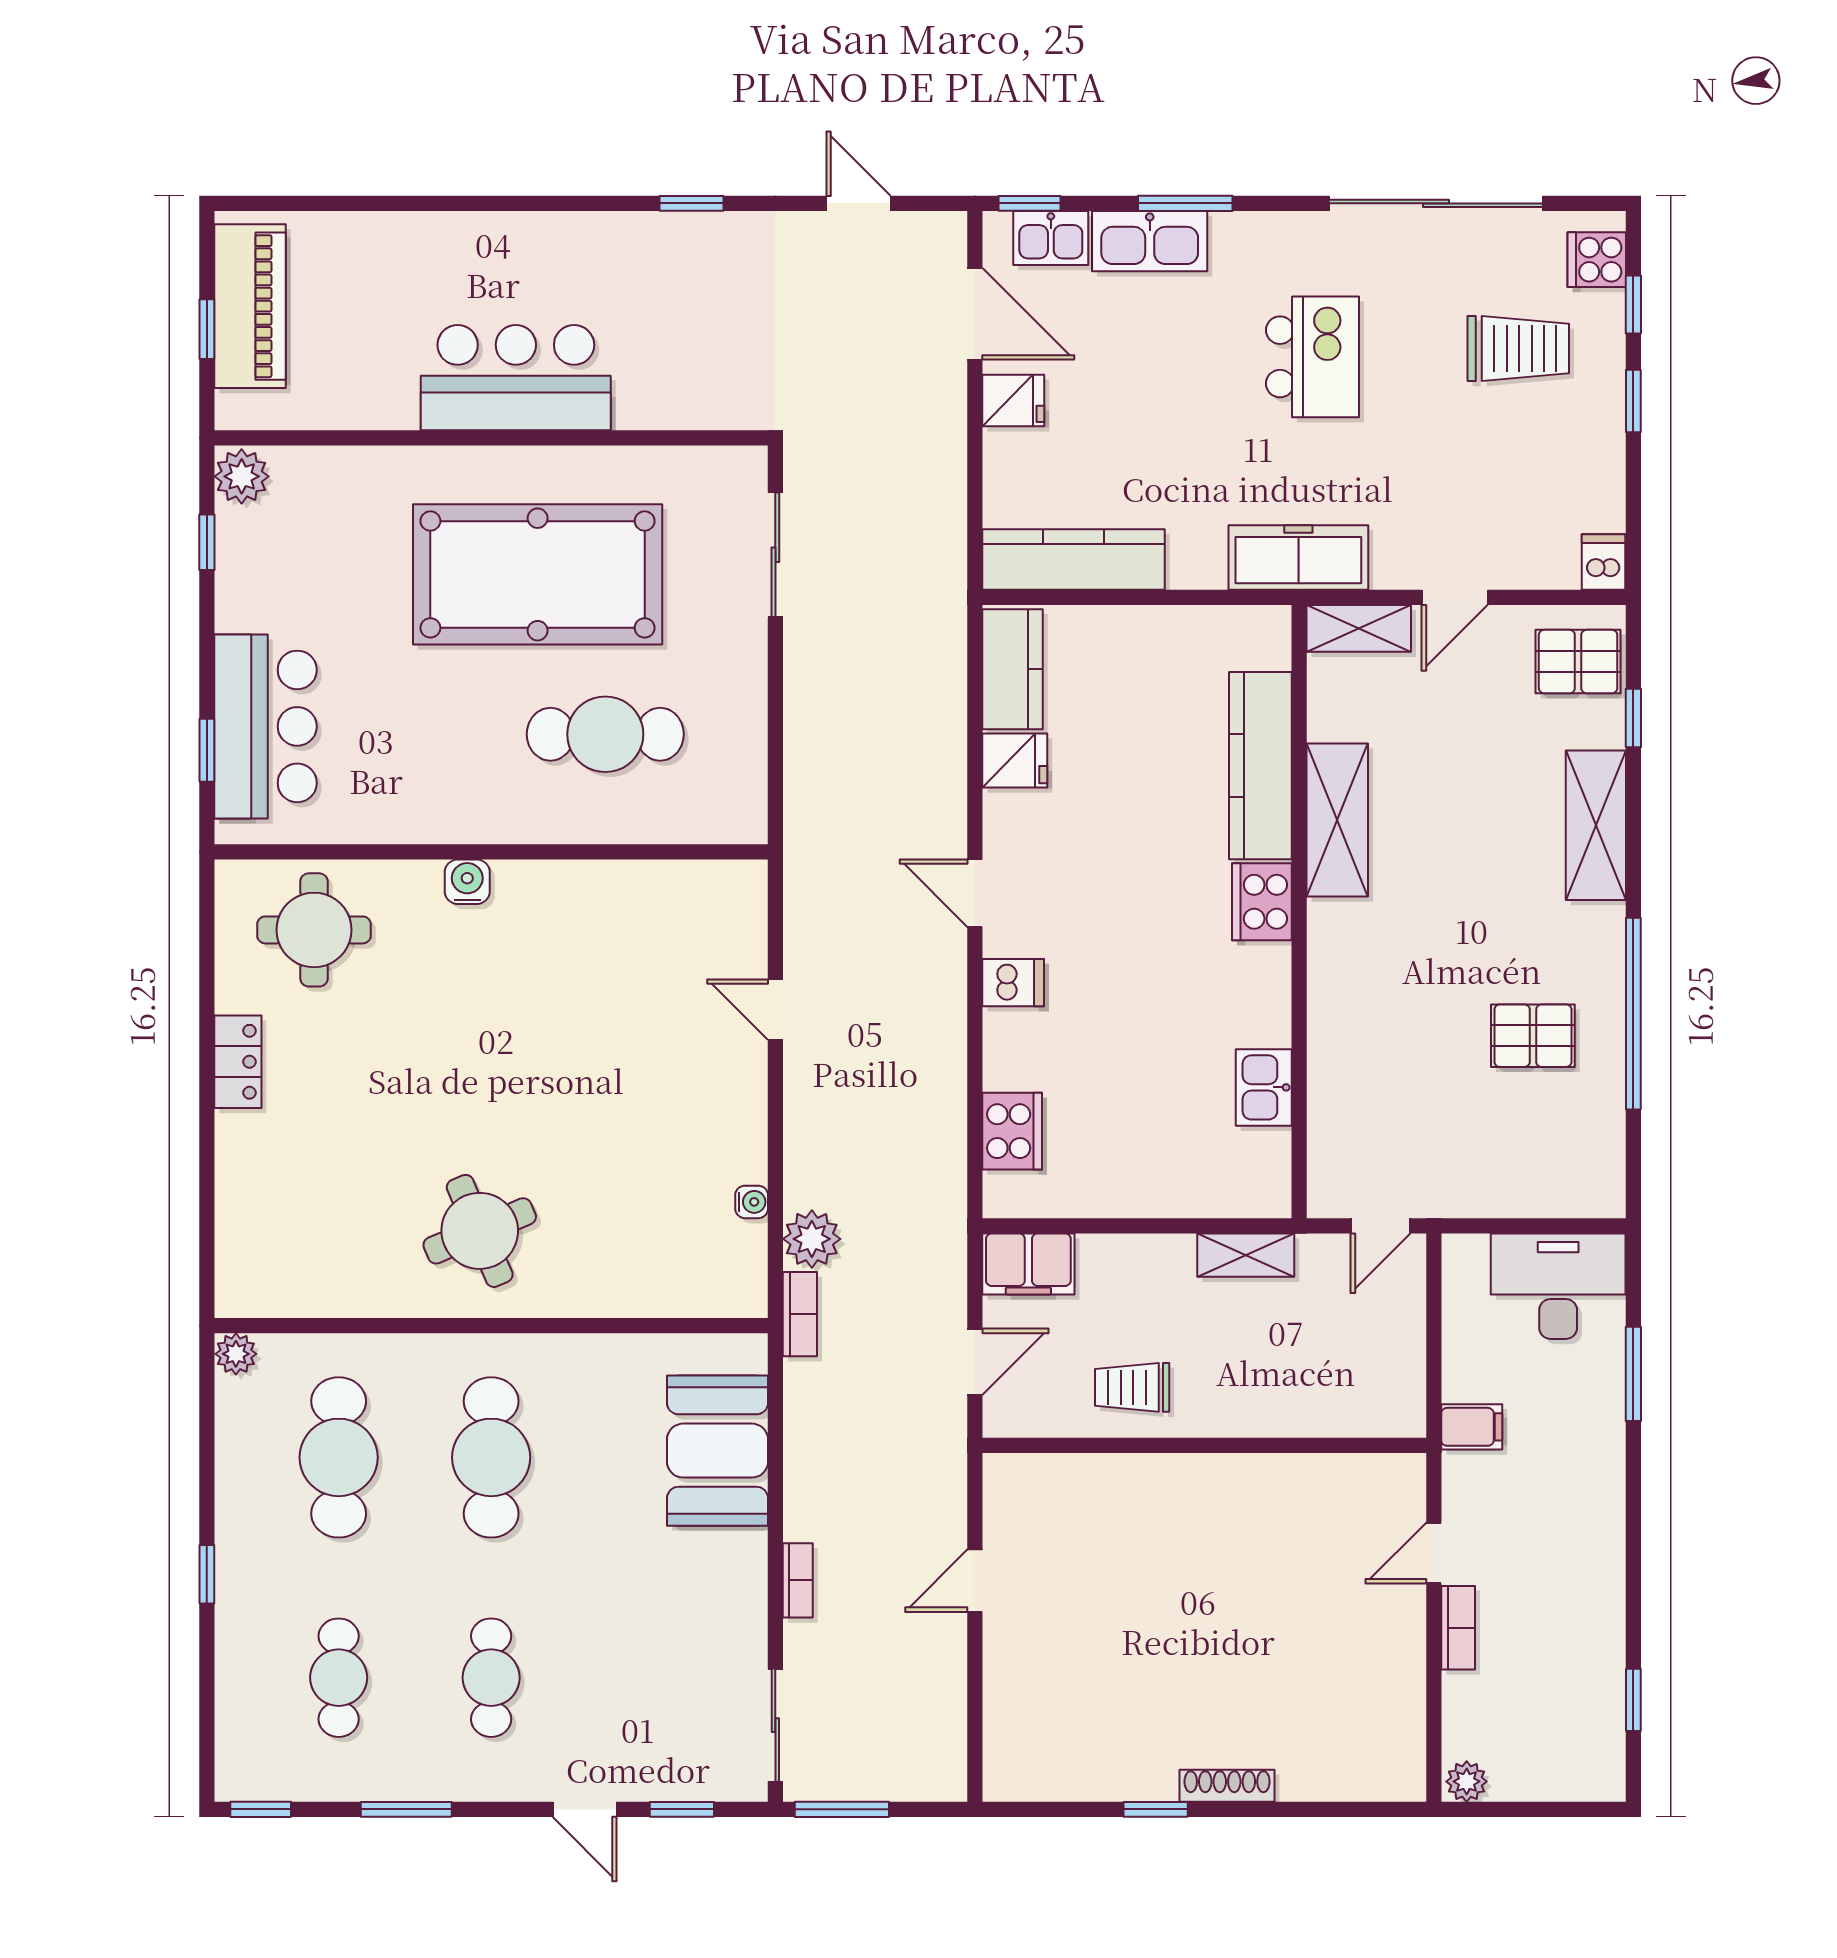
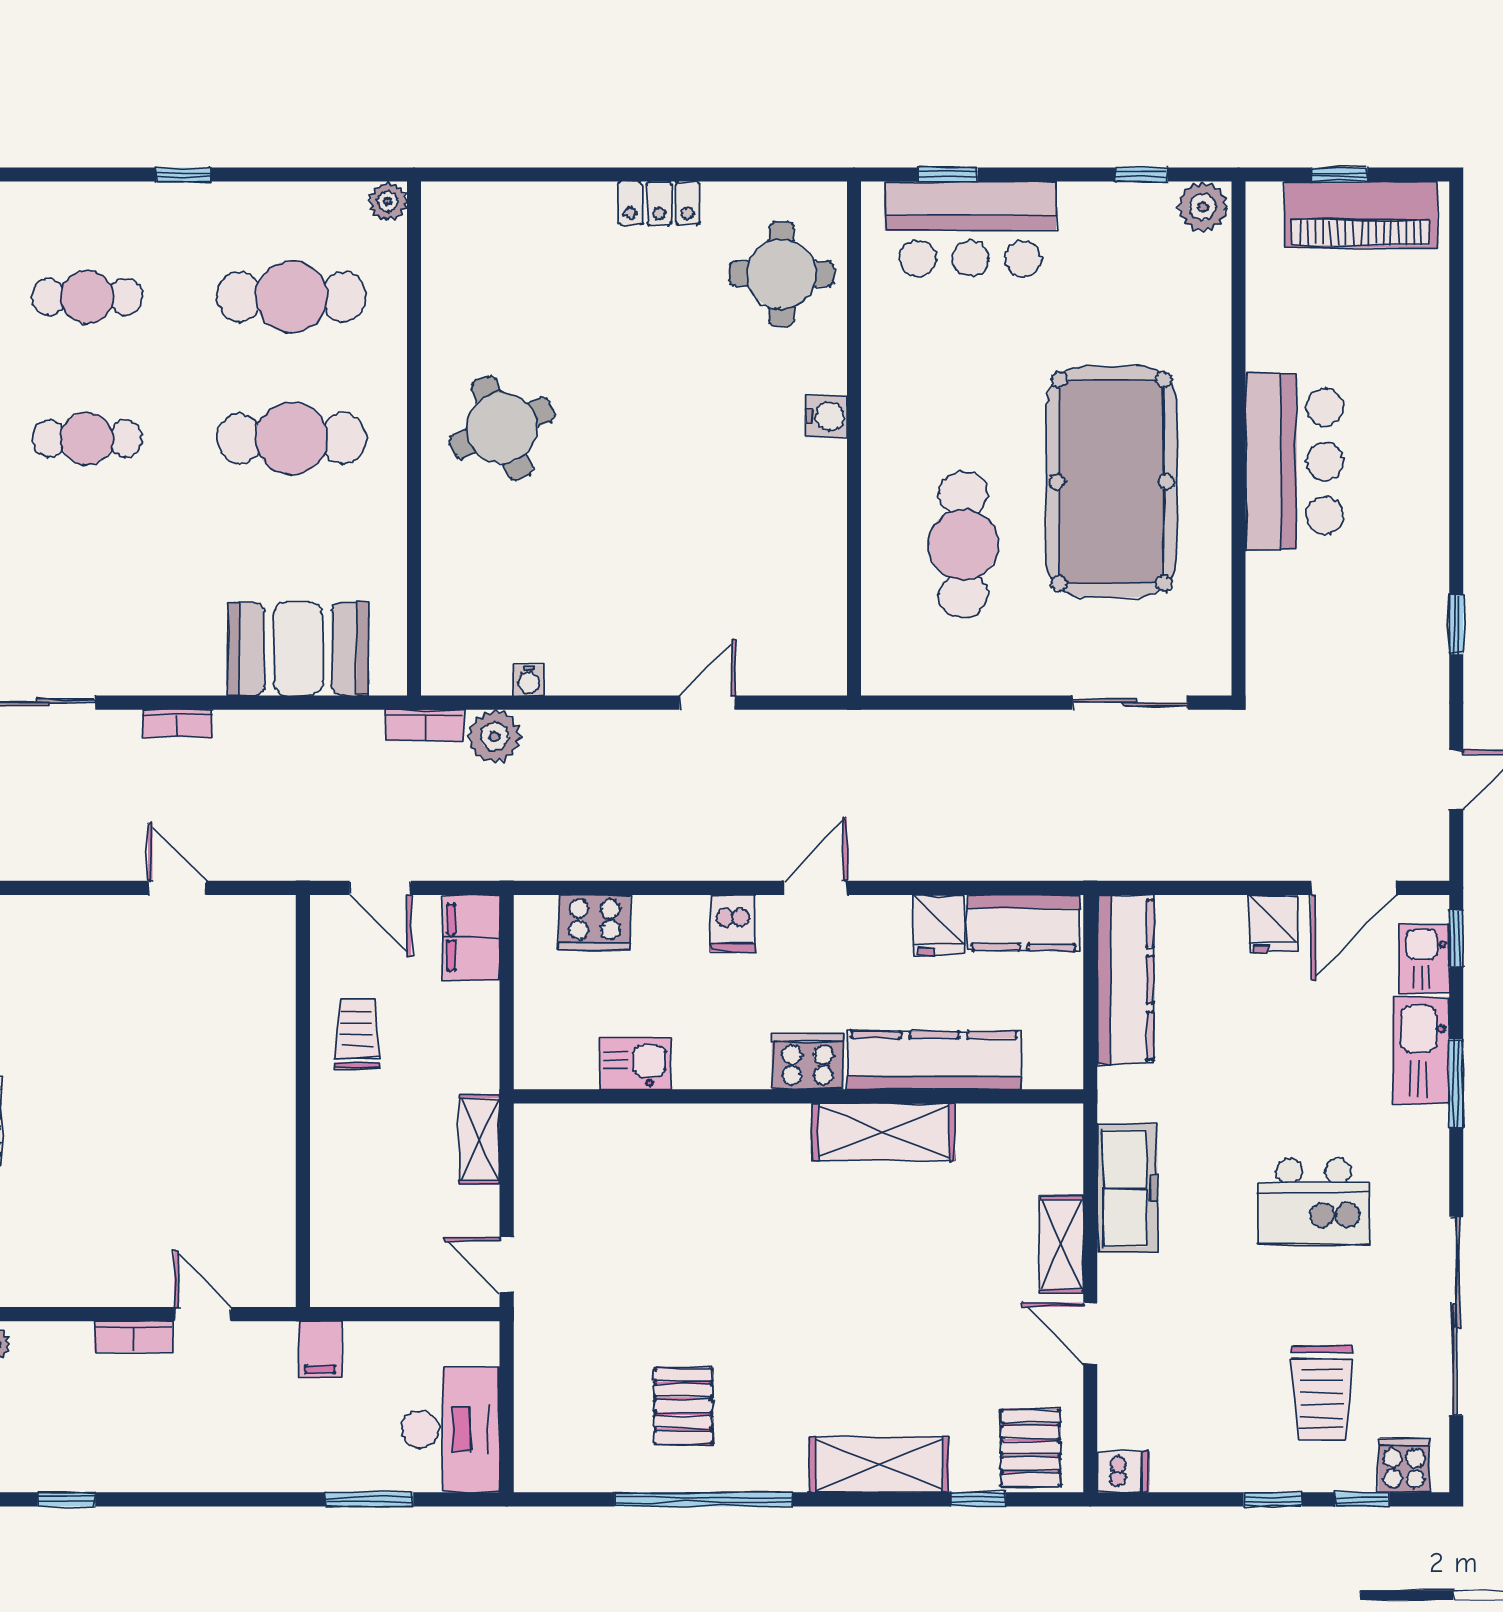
kitchen counter: (1260, 766) -> (934, 1060), moved
shelving: (1337, 820) -> (884, 1132), moved
cooker: (1262, 902) -> (808, 1062), moved
wall: (1299, 912) -> (798, 1096), moved
kitchen sink: (1264, 1087) -> (635, 1064), moved

